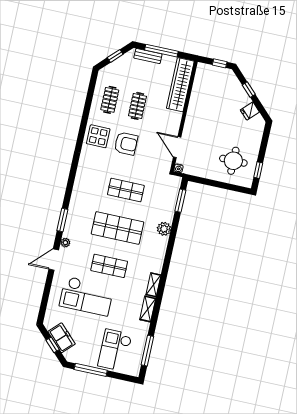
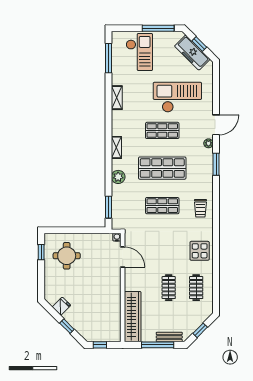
armchair: (126, 144) -> (172, 250), removed
trolley: (88, 179) -> (200, 208), added
shelving: (153, 285) -> (116, 147), moved
freezer: (62, 338) -> (192, 53), width x1.40

